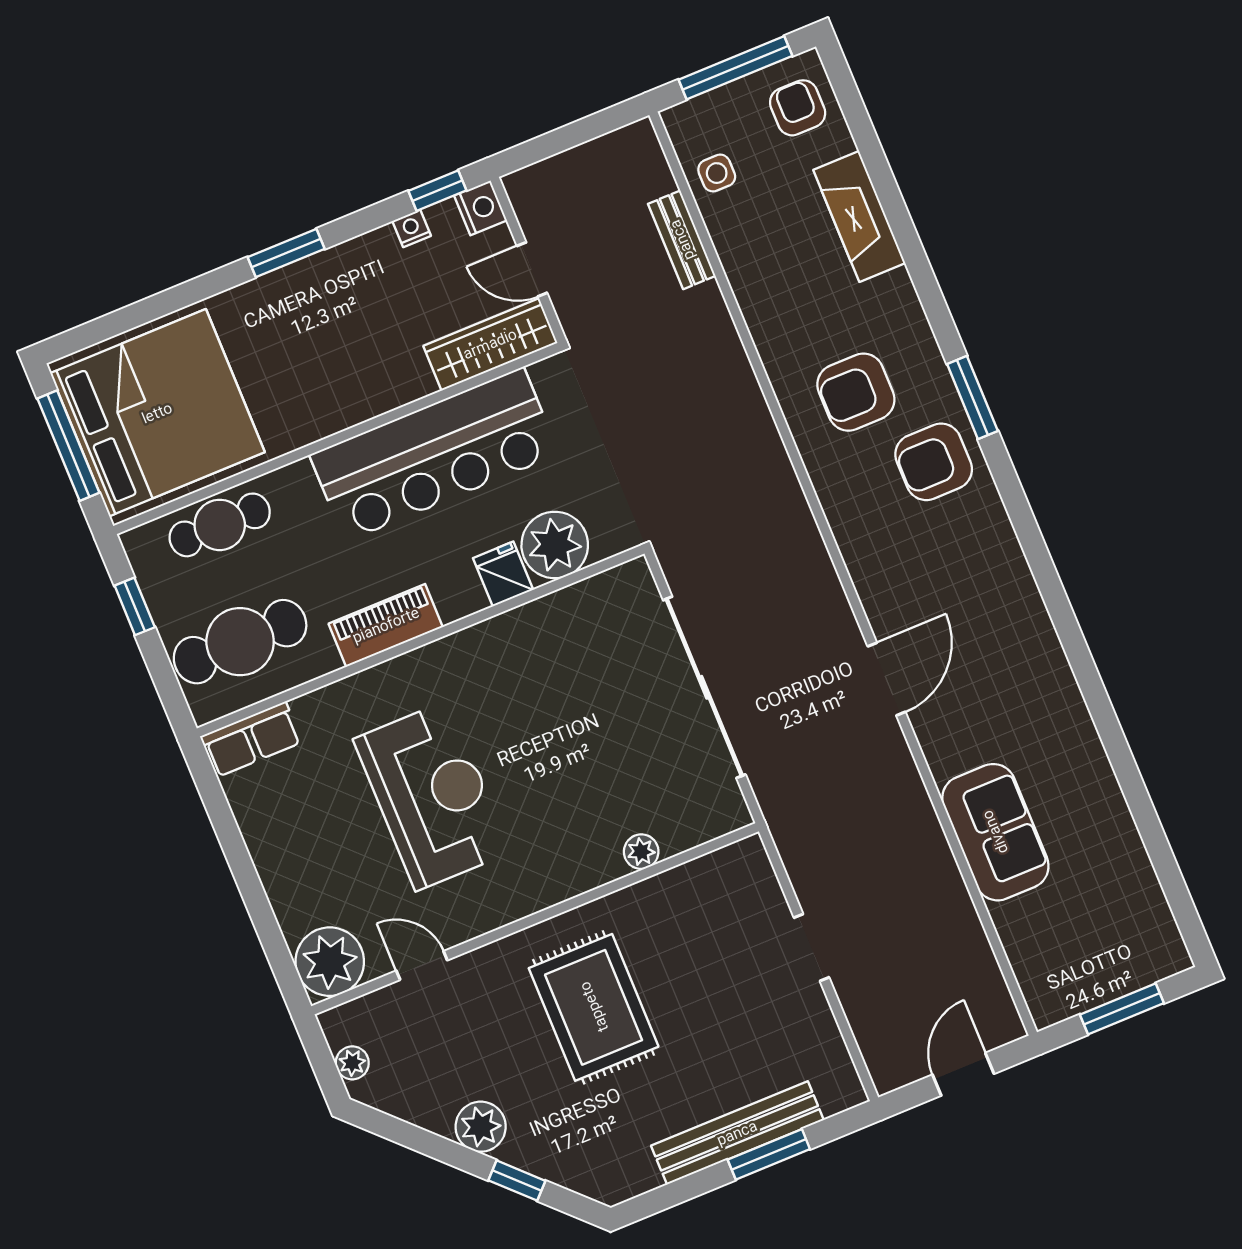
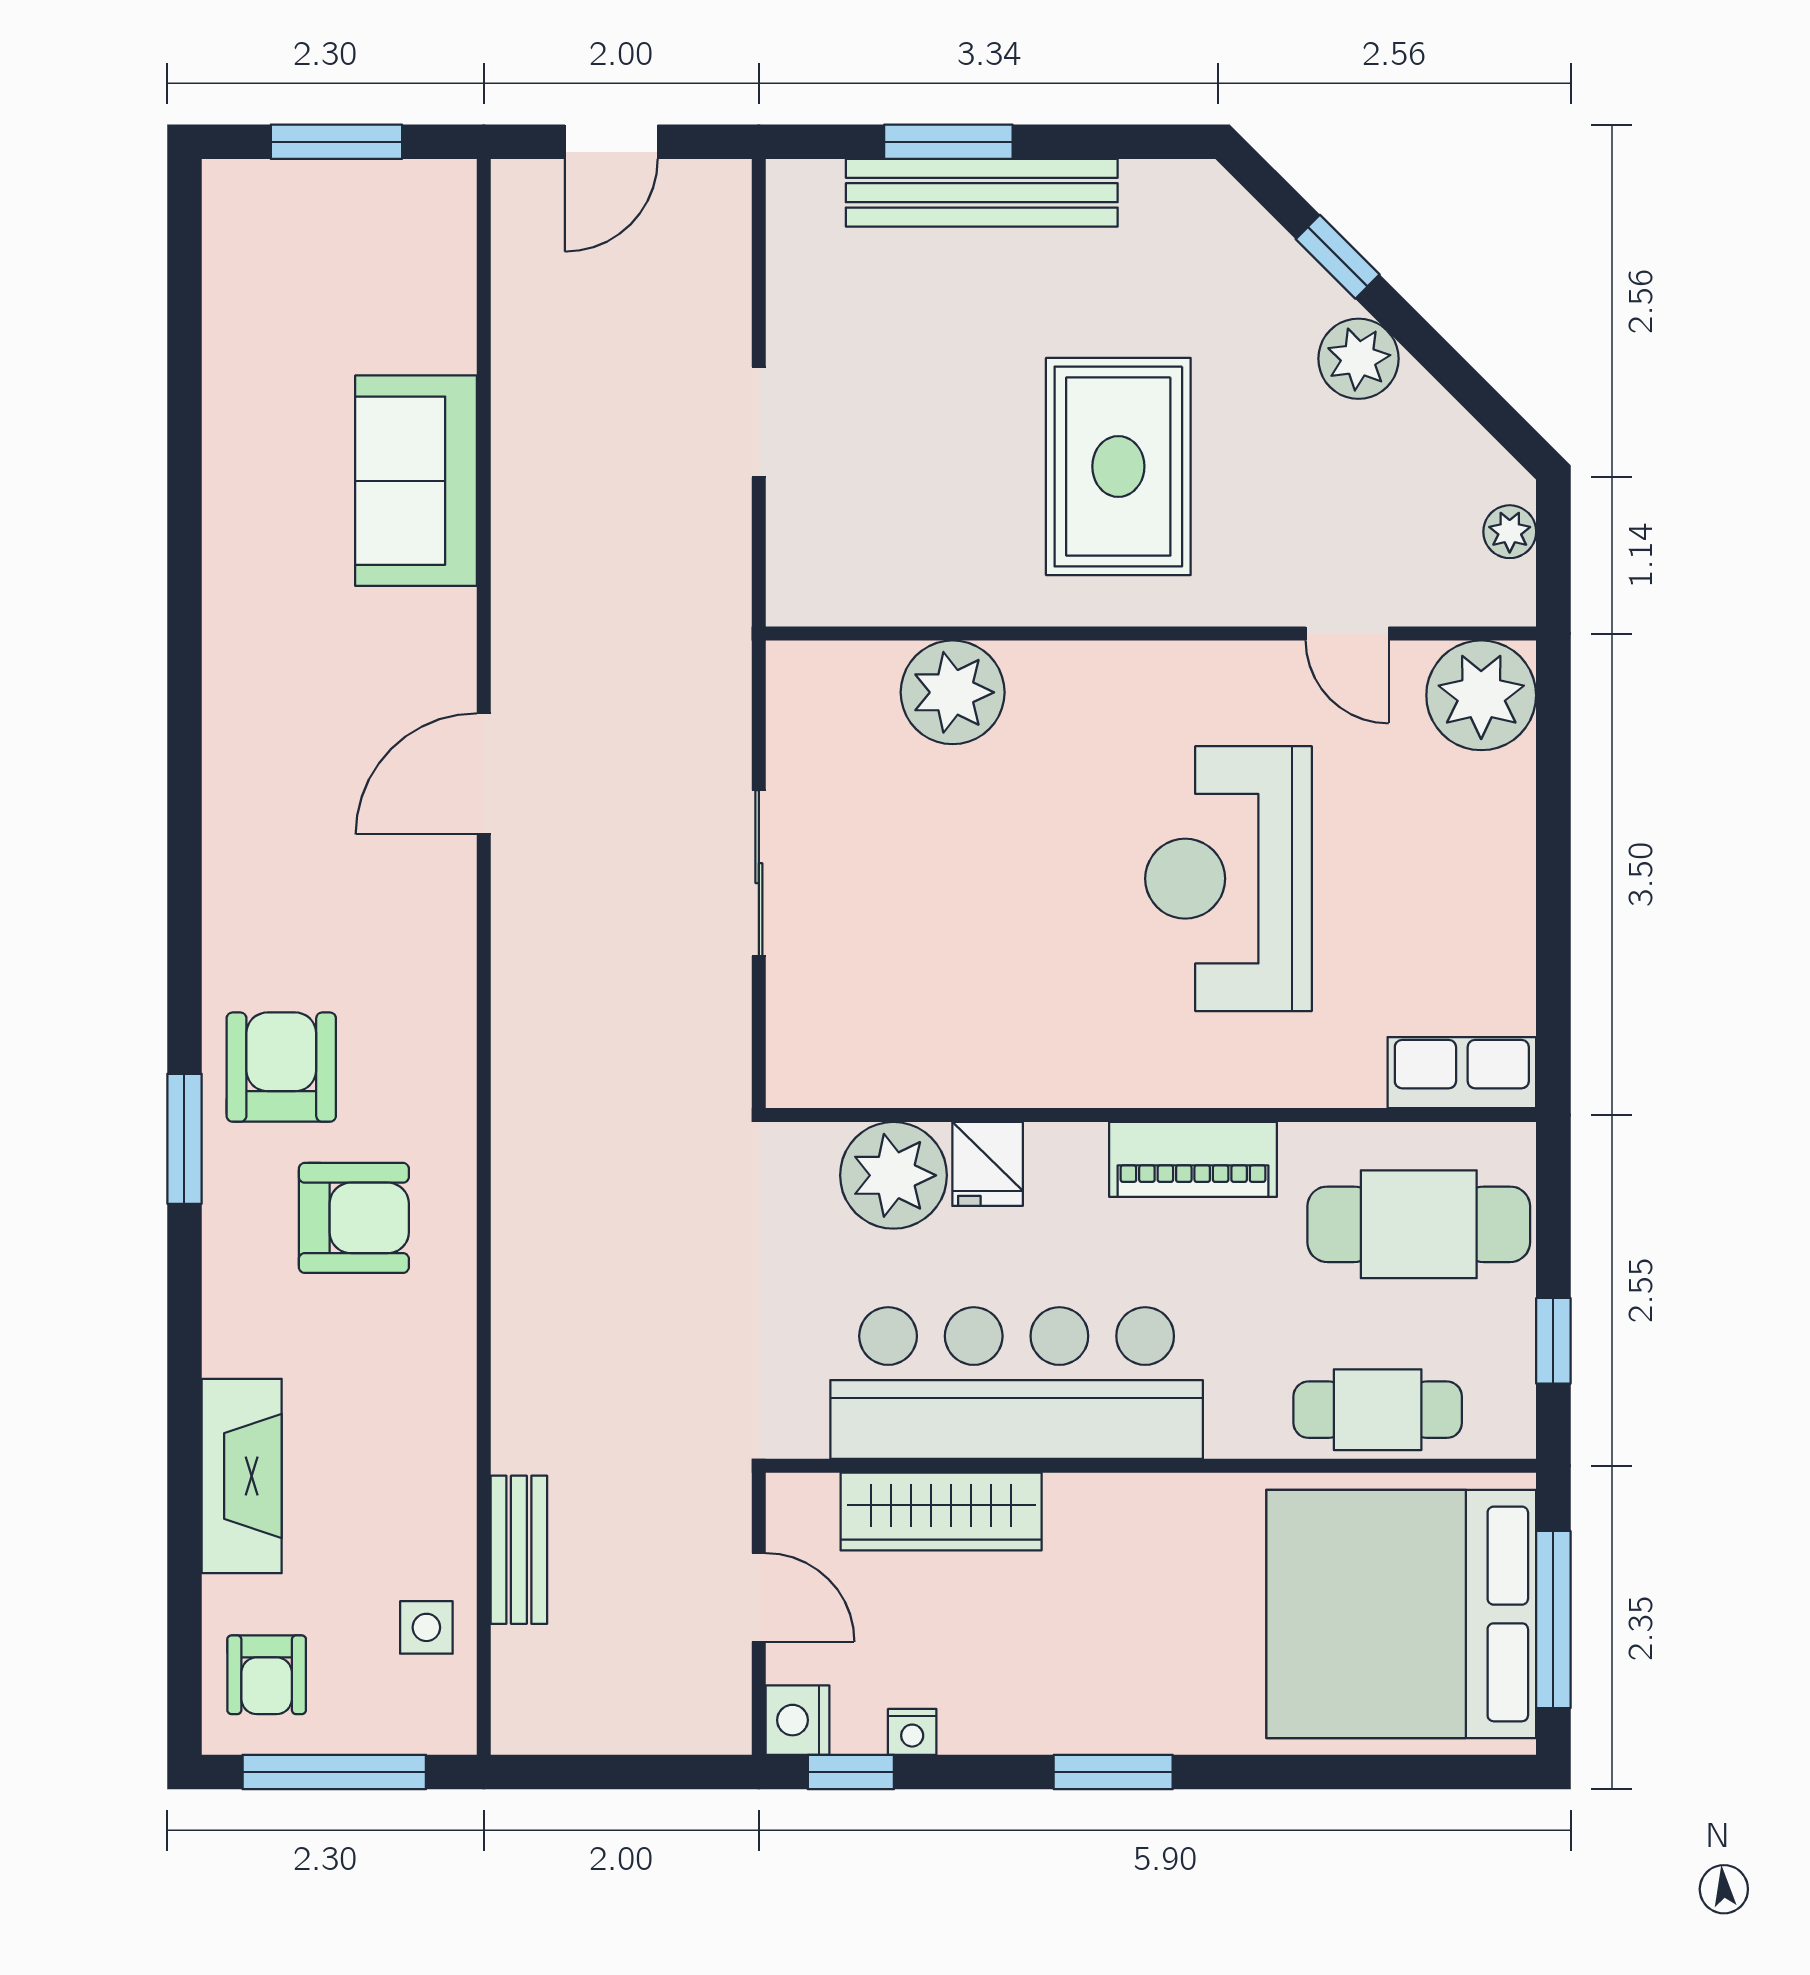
wardrobe: (490, 344) -> (941, 1512), moved
armchair: (934, 462) -> (281, 1067), turned -90
sliding door: (704, 687) -> (759, 873), width x0.54
plant: (641, 852) -> (953, 692), width x1.88, depth x1.88

